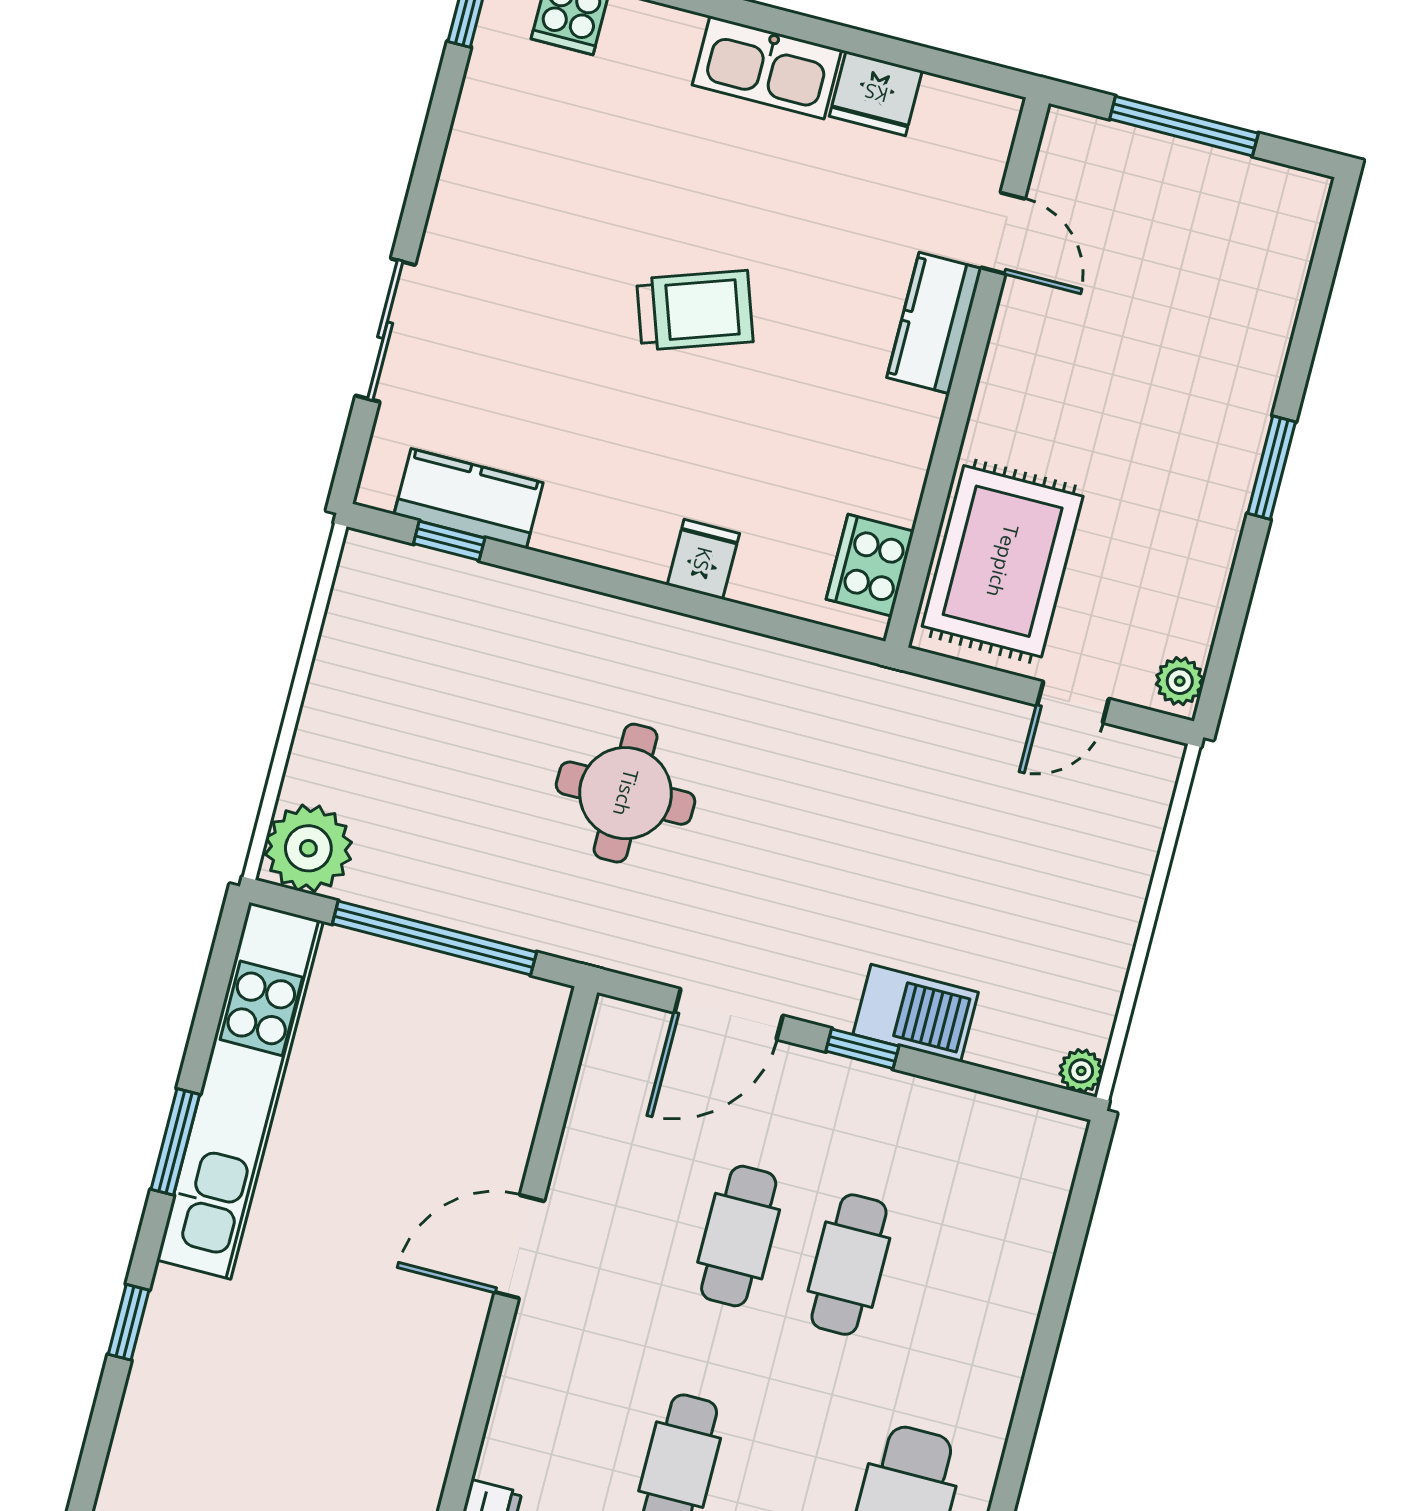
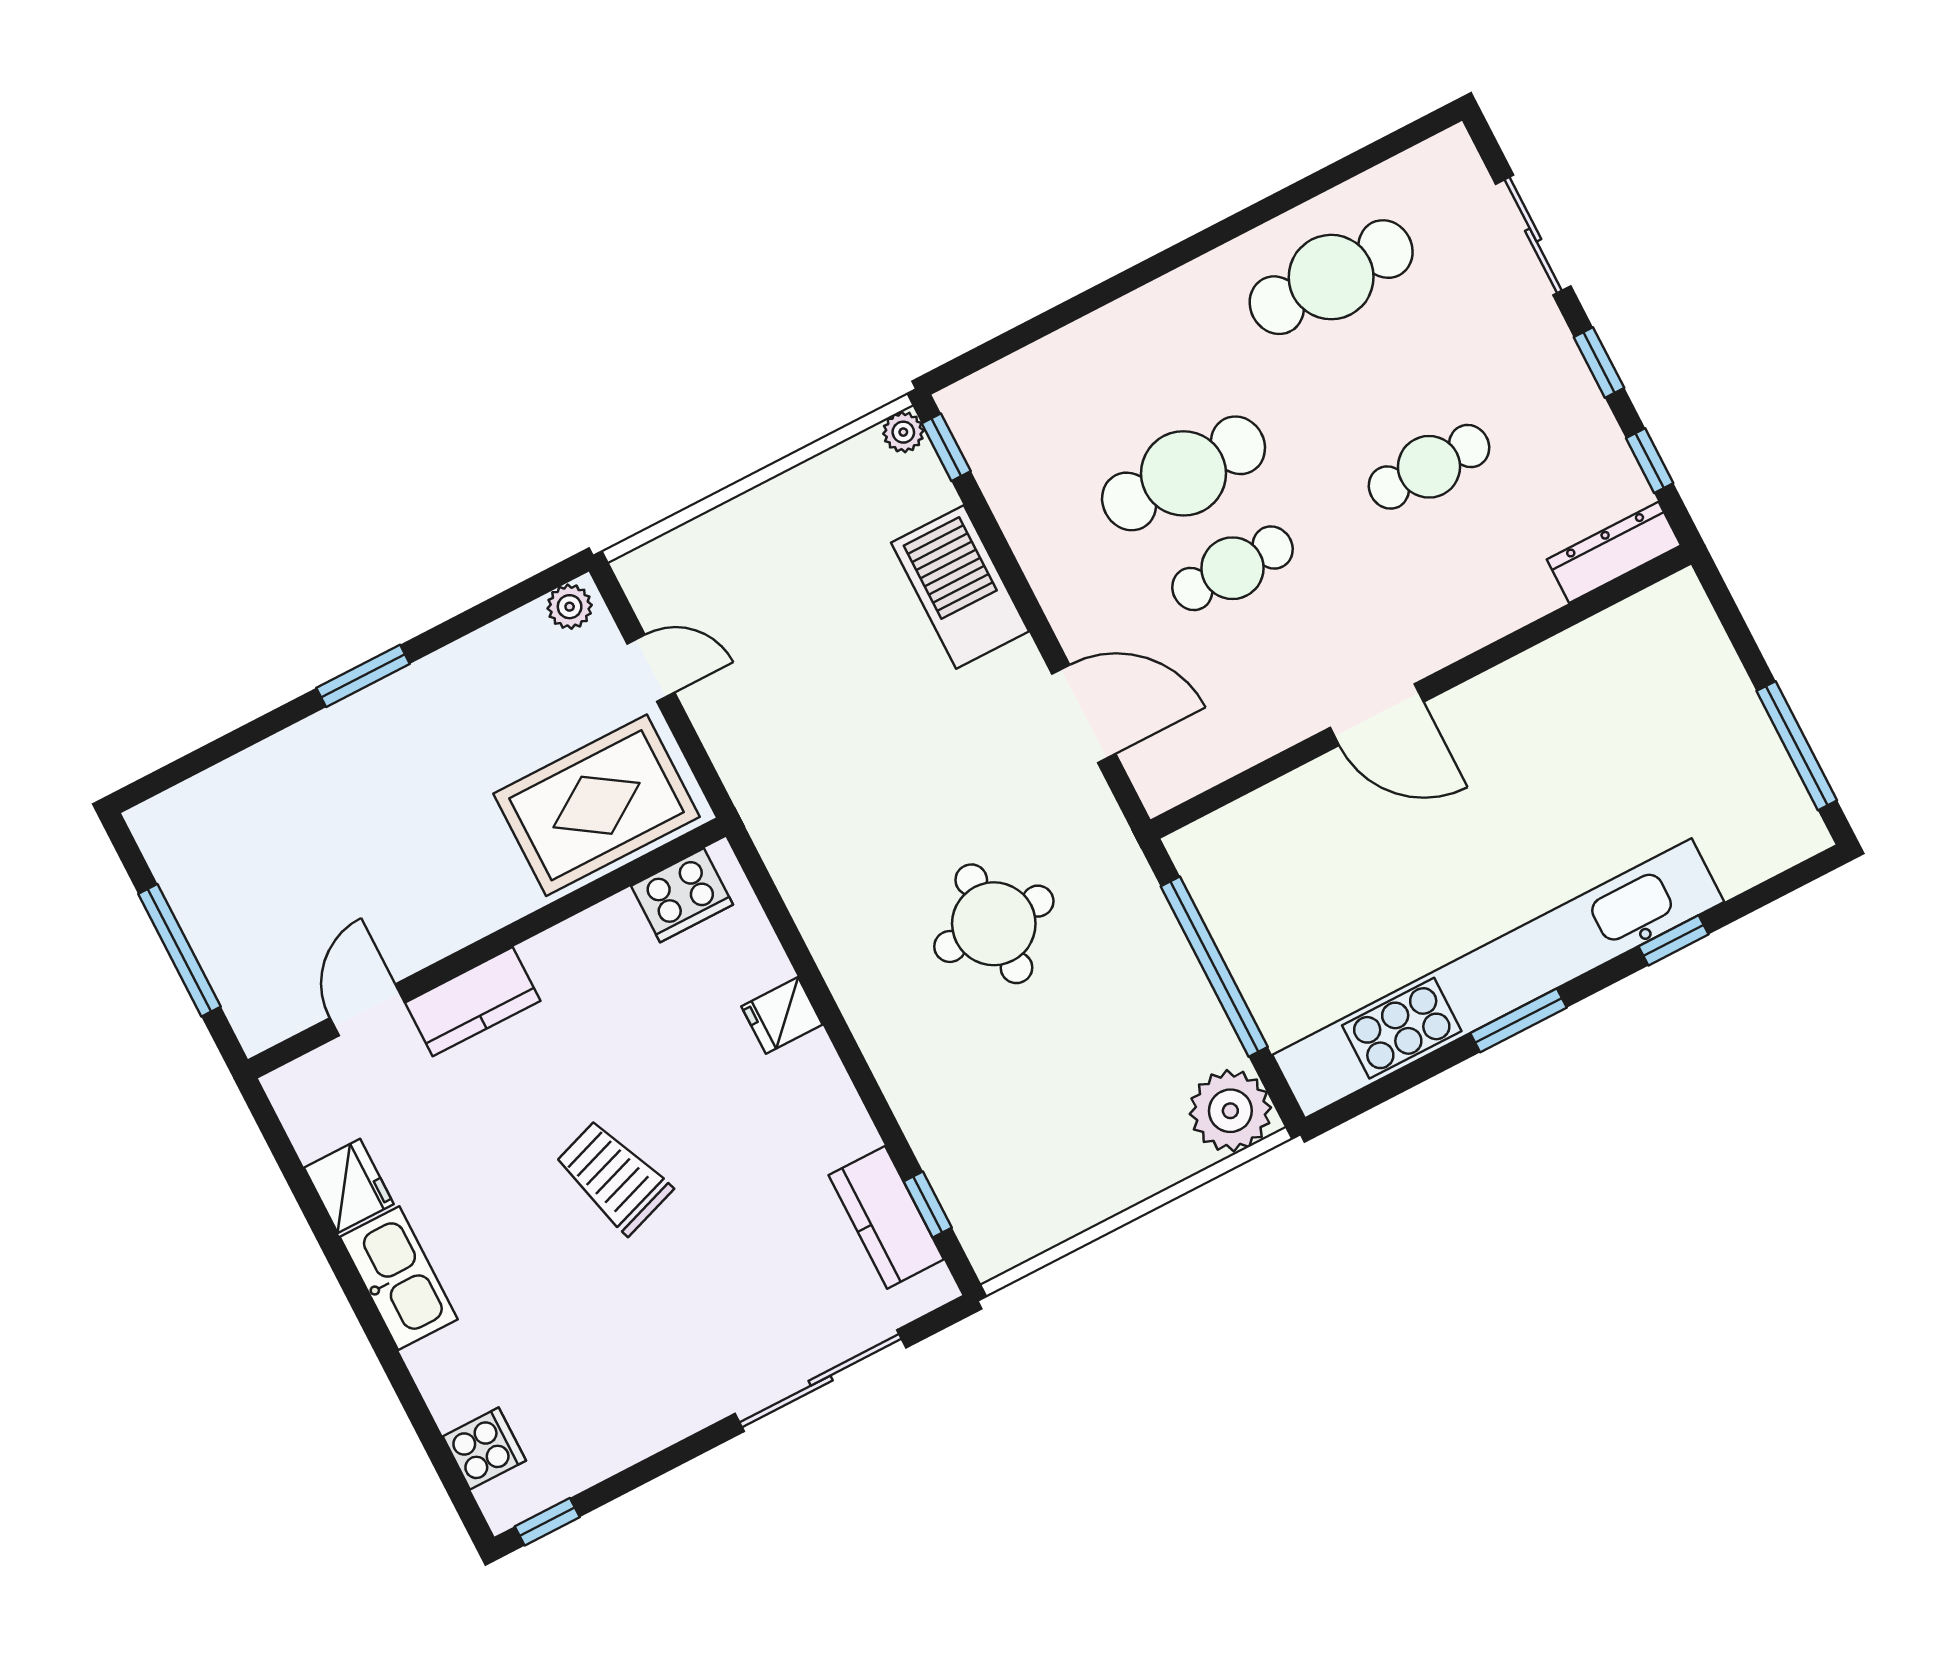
sliding door: (385, 330) -> (821, 1381), width x1.37
barbecue: (916, 1013) -> (960, 587), width x1.37, depth x1.21
window: (862, 1049) -> (946, 447), moved
kitchen unit: (240, 1091) -> (1498, 978), width x1.36
cafe table: (849, 1265) -> (1184, 473), width x1.37, depth x1.35

